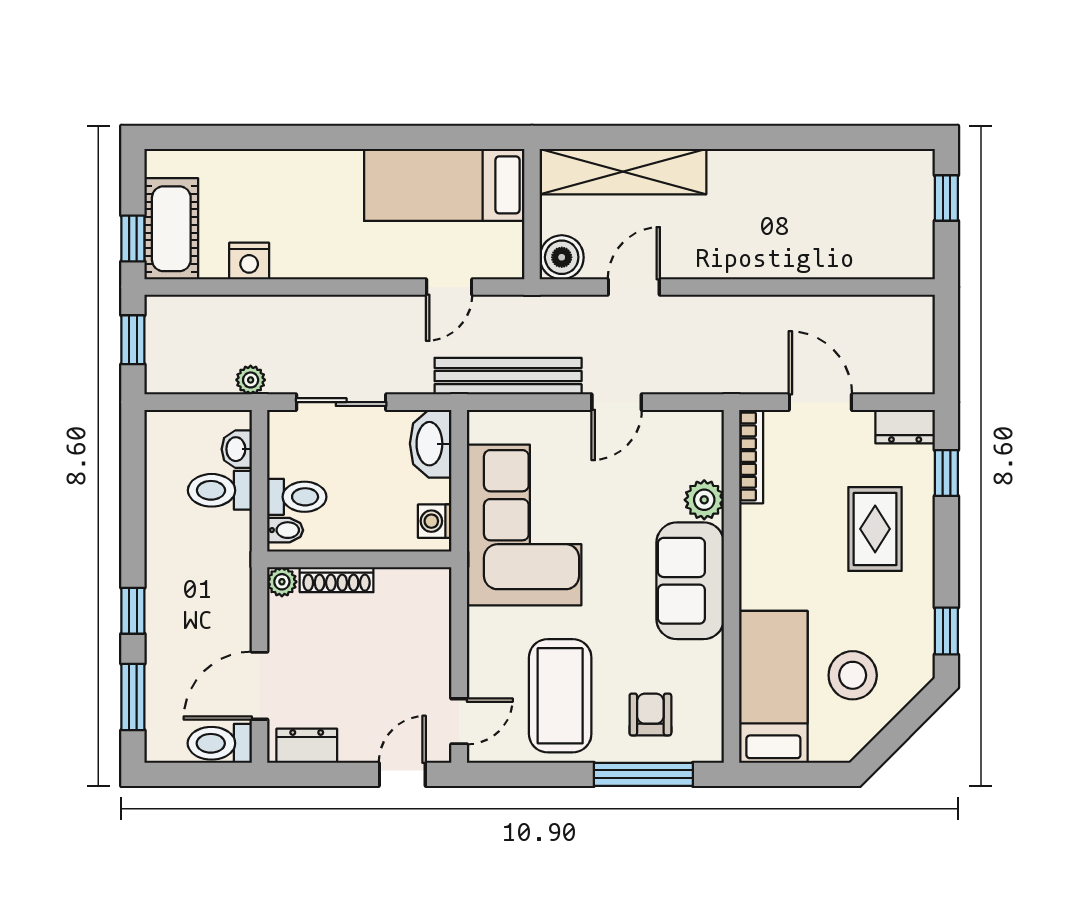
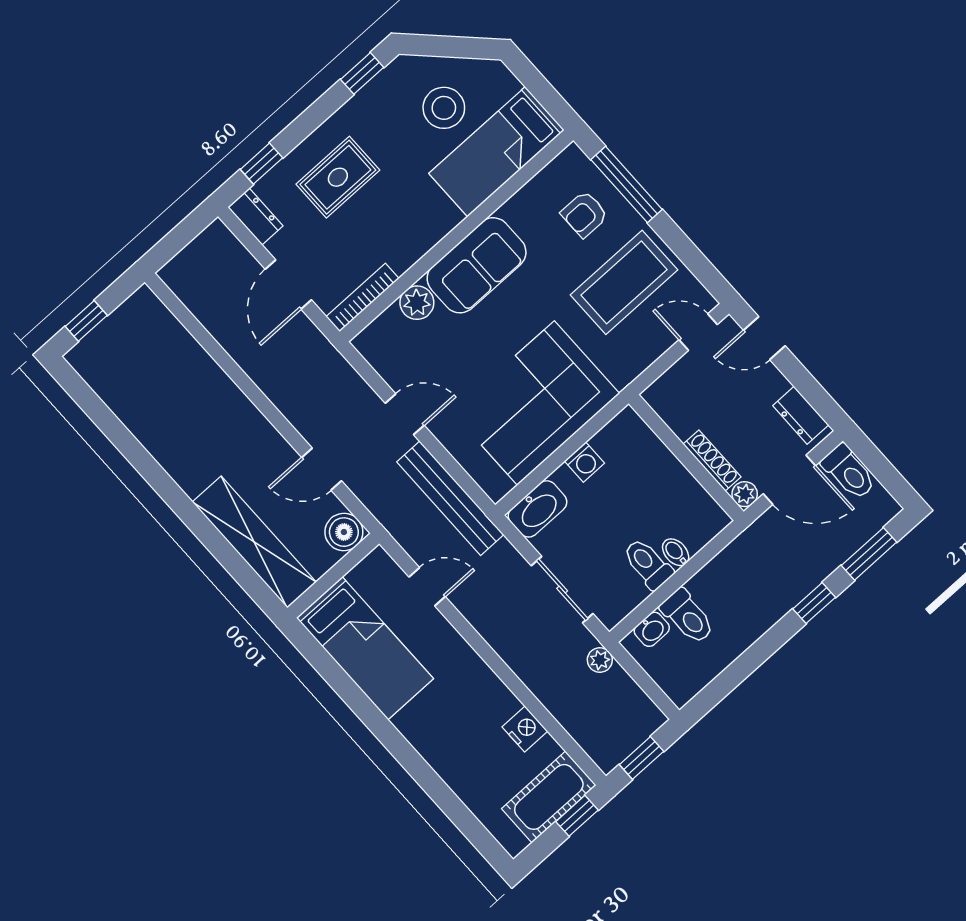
wall: (359, 559) -> (686, 458), moved
shoe rack: (337, 580) -> (712, 460), moved
plant: (282, 582) -> (745, 494), moved

